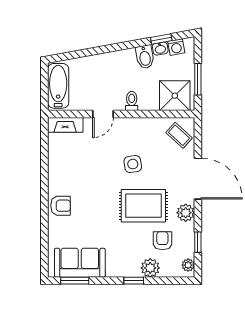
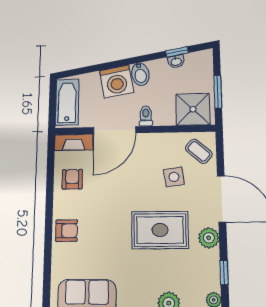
washing machine: (176, 47) -> (117, 81), moved, width x1.89, depth x1.89
bidet: (145, 57) -> (140, 74), moved
door: (103, 114) -> (115, 130), width x1.87
side table: (133, 164) -> (174, 177), moved
armchair: (162, 241) -> (72, 179), moved

